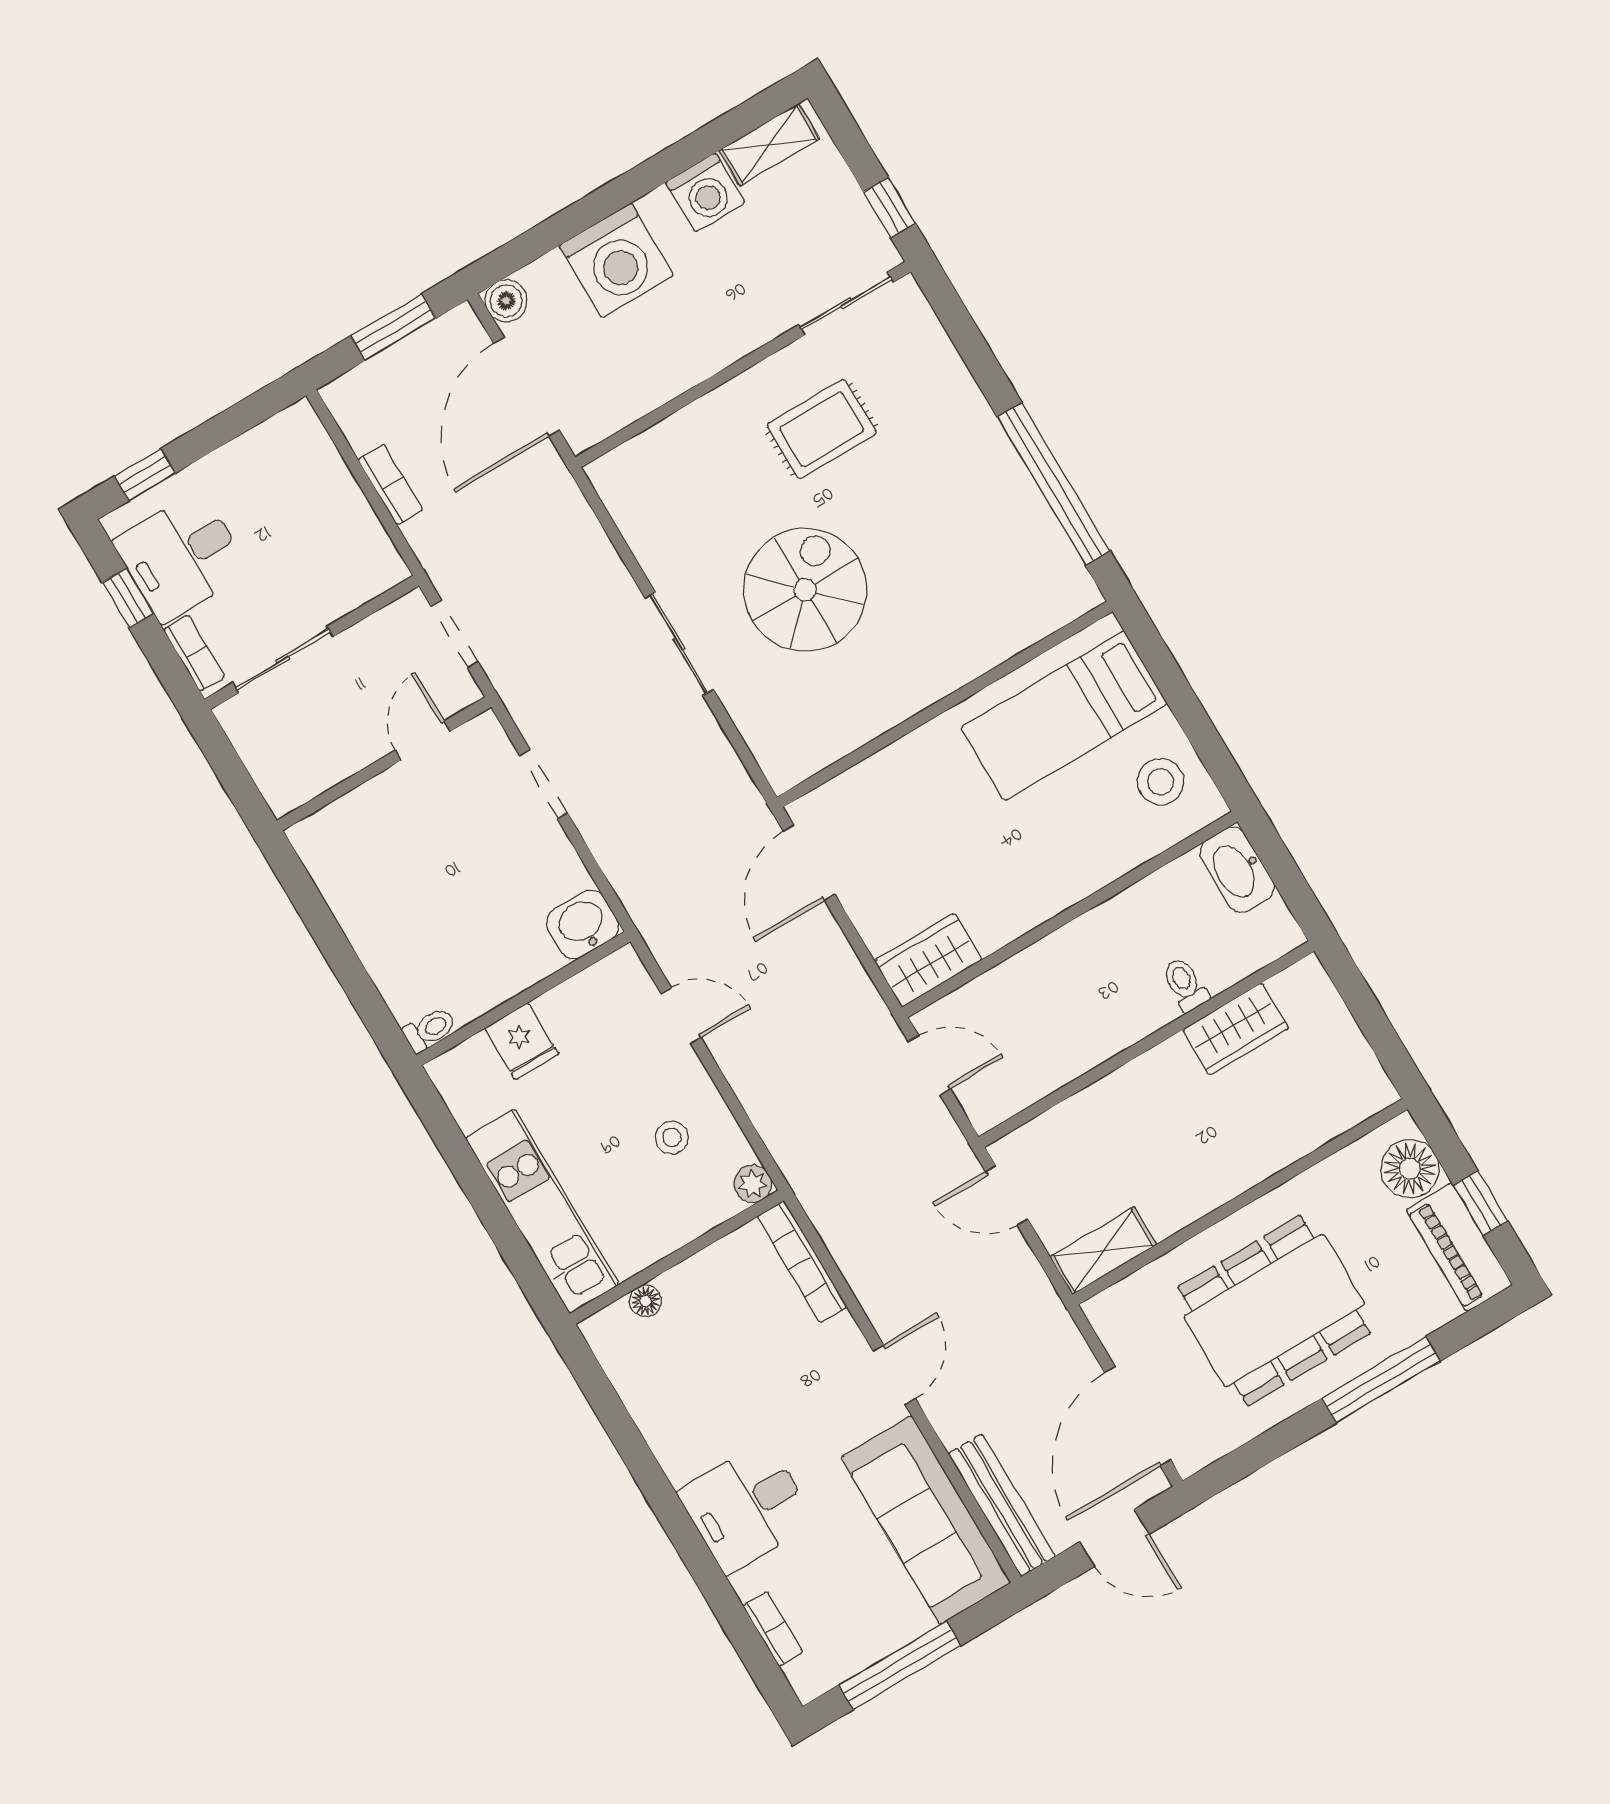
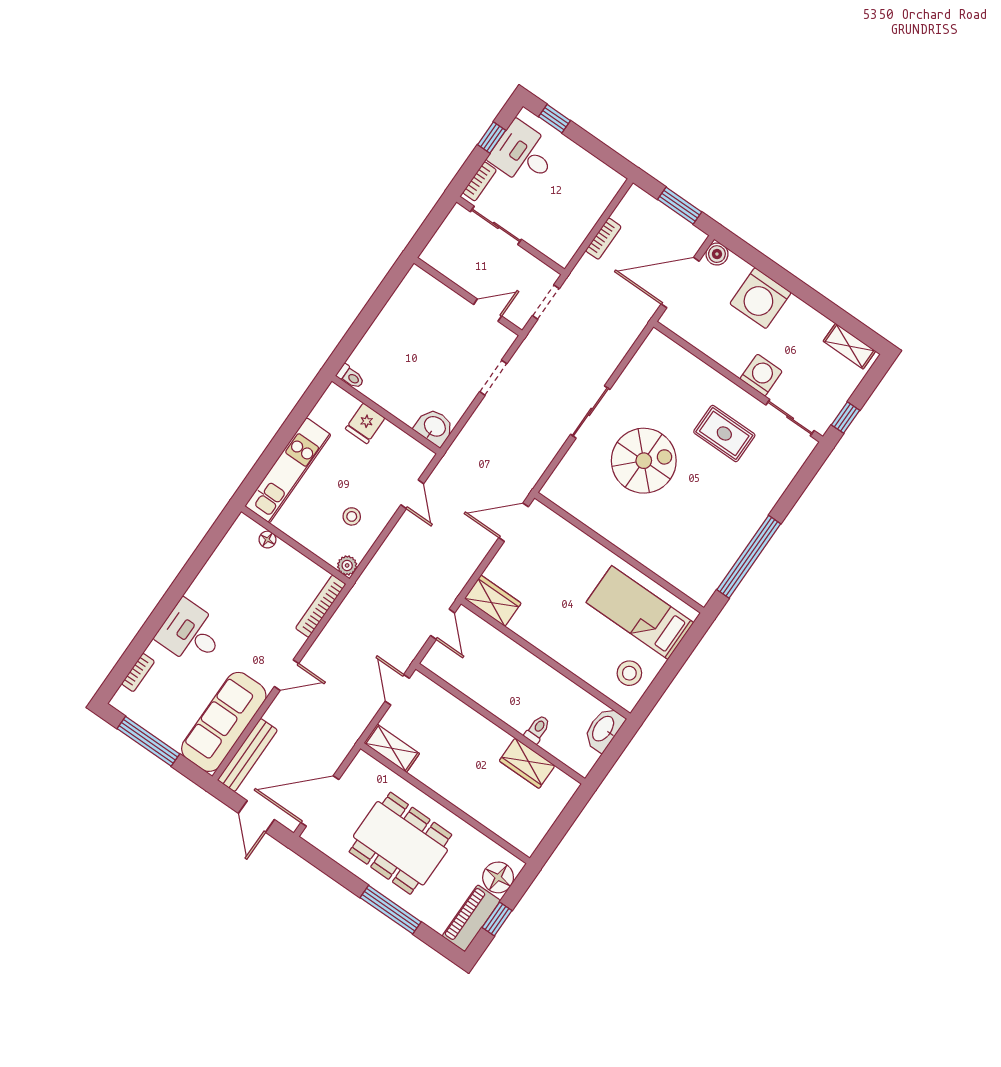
washing machine: (705, 192) -> (761, 375), moved, turned 180

